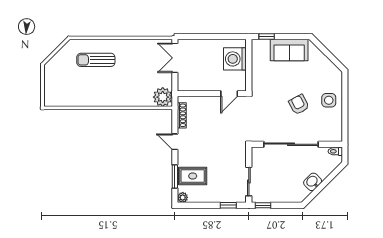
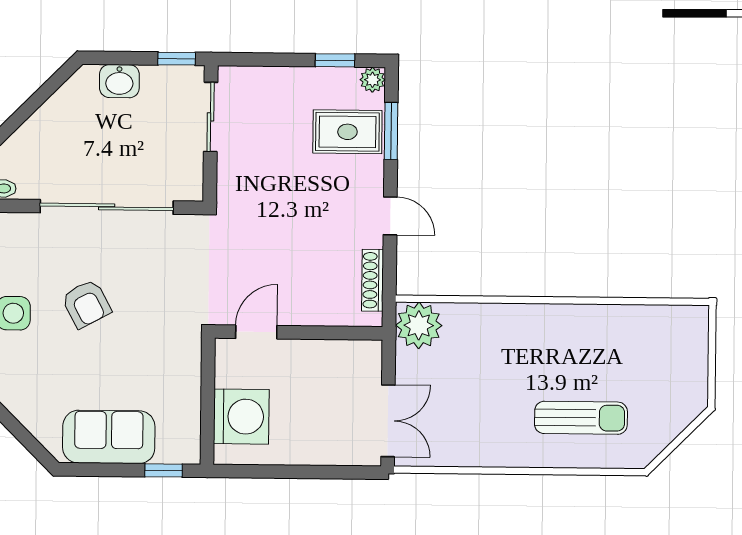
washbasin: (313, 182) -> (119, 81), moved, turned 45
window: (228, 205) -> (335, 60), moved

